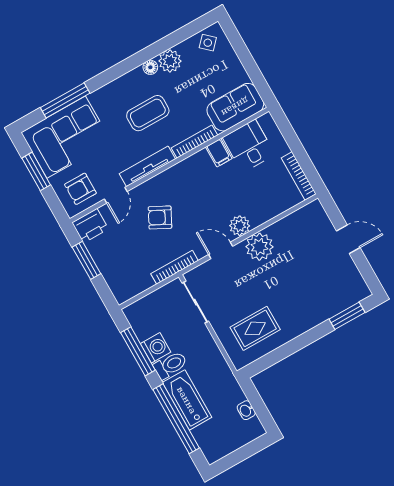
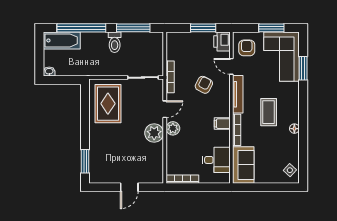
plant: (170, 61) -> (292, 142), removed
window: (65, 100) -> (303, 68), width x0.69
filing cabinet: (219, 153) -> (222, 124), moved
rug: (255, 328) -> (108, 104), width x1.36, depth x1.43
washing machine: (156, 348) -> (129, 39), removed
bathtub: (187, 400) -> (62, 40), moved
washbasin: (246, 410) -> (49, 71), moved

